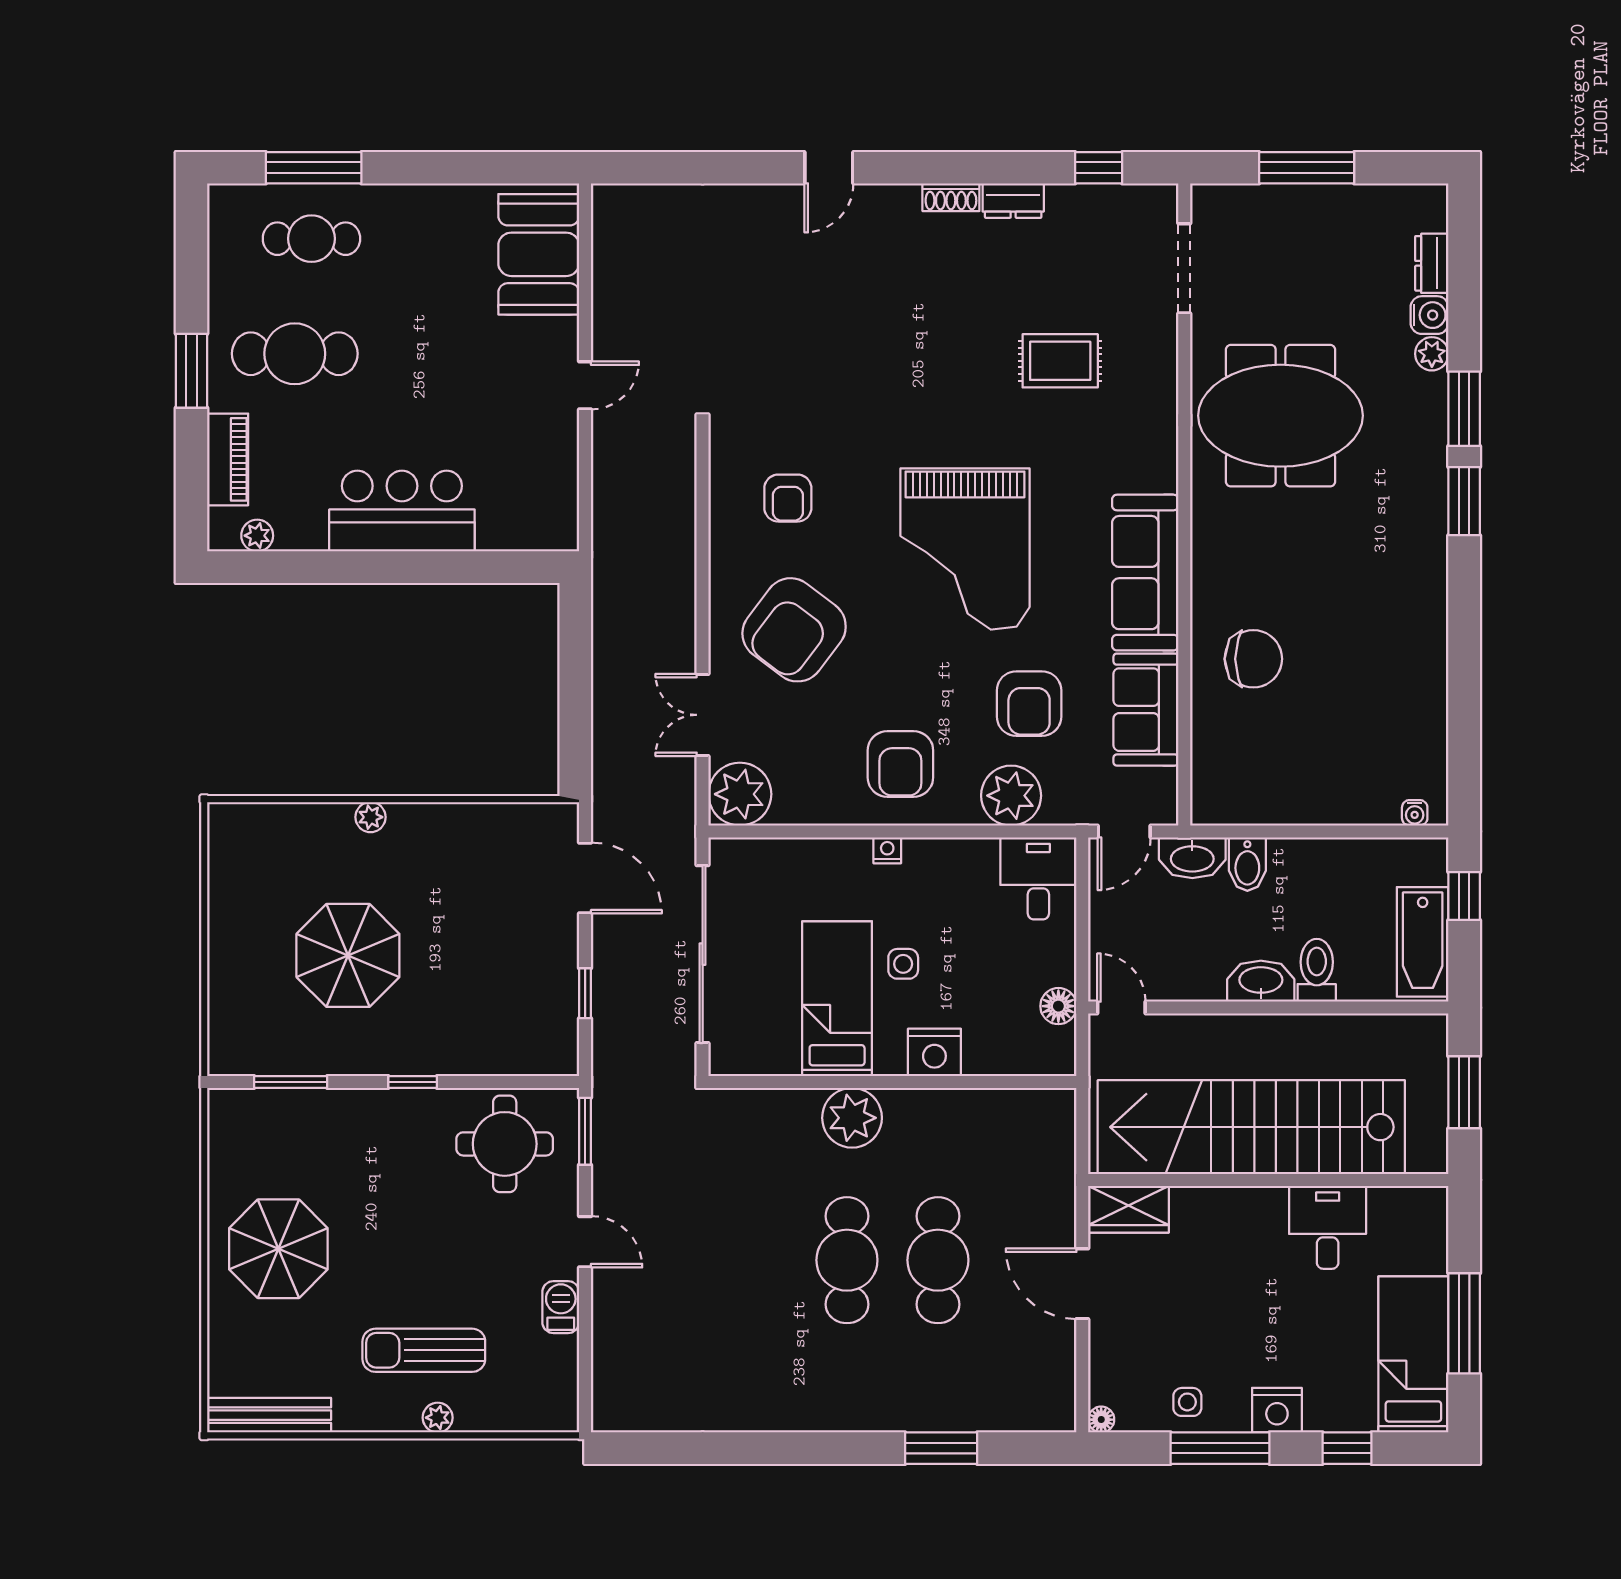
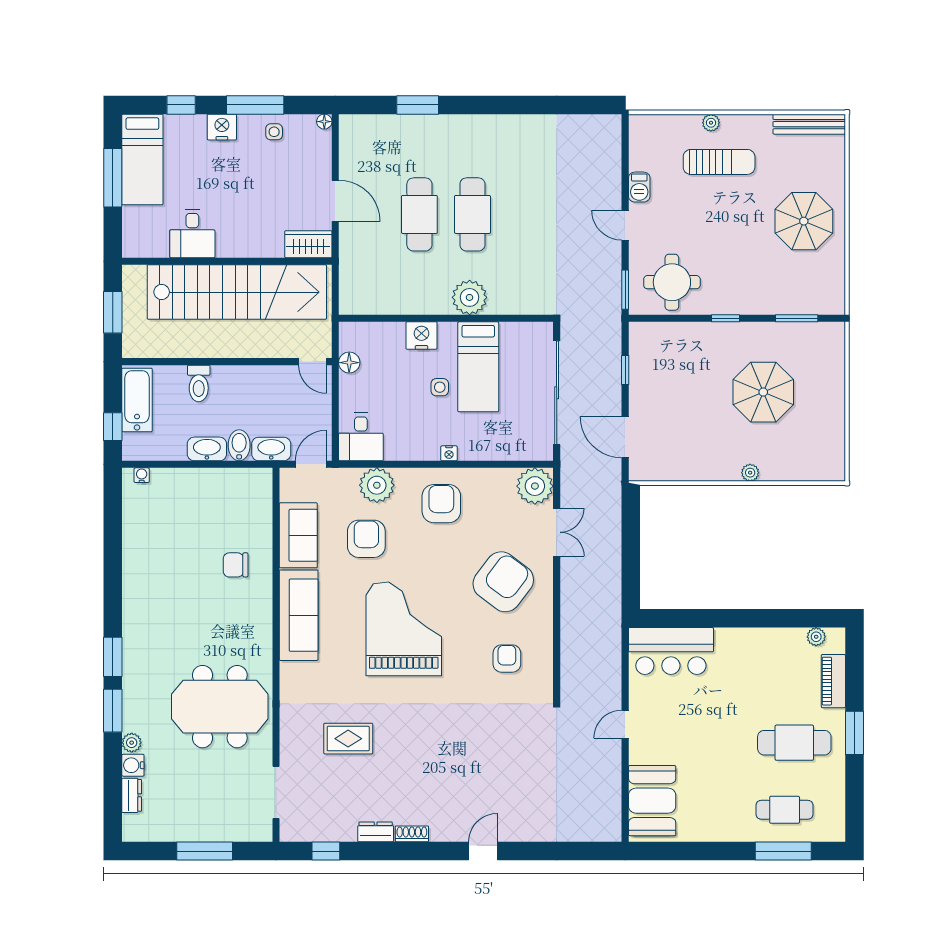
bar counter: (402, 511) -> (671, 651), moved
chair: (1253, 659) -> (236, 565), width x0.73, depth x0.73
washbasin: (1261, 981) -> (207, 449), moved, turned 180

